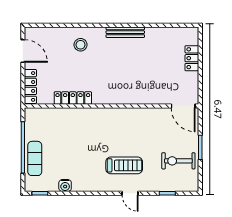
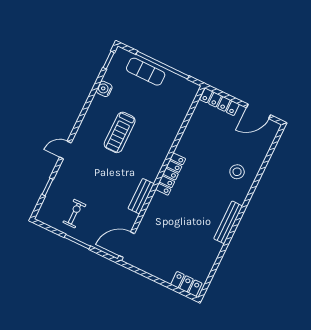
locker: (192, 58) -> (186, 284), moved
locker: (73, 98) -> (171, 174), moved
bench: (138, 113) -> (141, 196), added
exercise bike: (178, 161) -> (74, 214), width x0.73, depth x0.72
treadmill: (124, 165) -> (120, 132), moved

